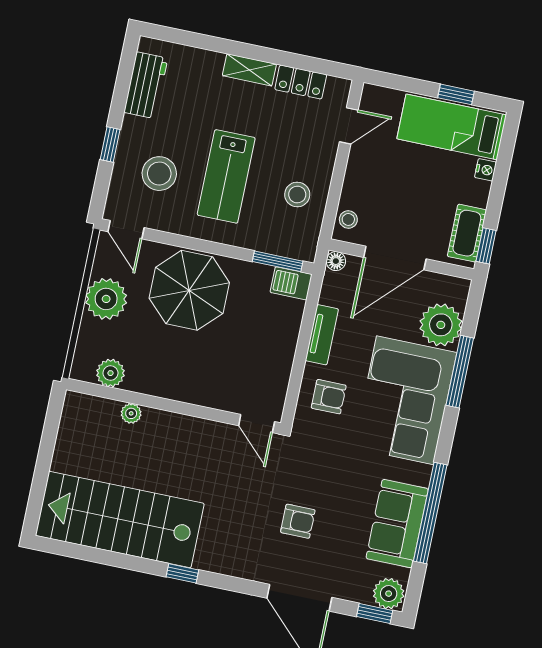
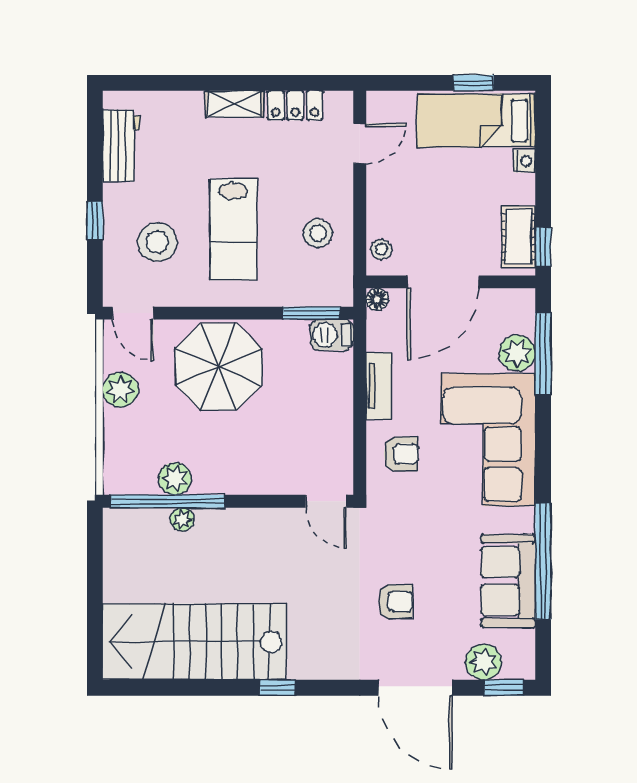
plant: (106, 299) -> (120, 390), width x0.73, depth x0.73
plant: (441, 325) -> (517, 353), width x0.73, depth x0.73
window: (460, 372) -> (543, 354), moved
plant: (110, 373) -> (175, 479), moved
window: (122, 395) -> (168, 501), added
plant: (389, 594) -> (484, 662), moved

